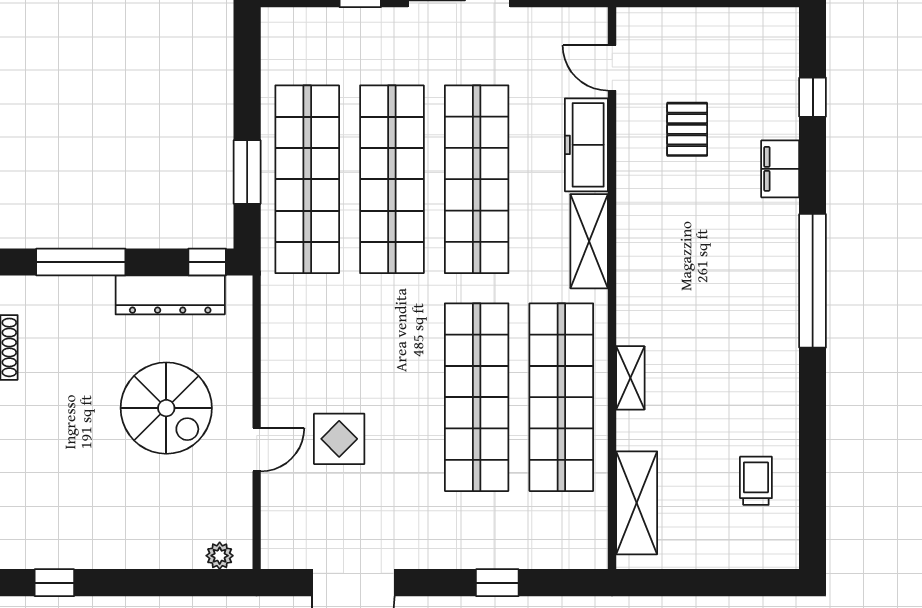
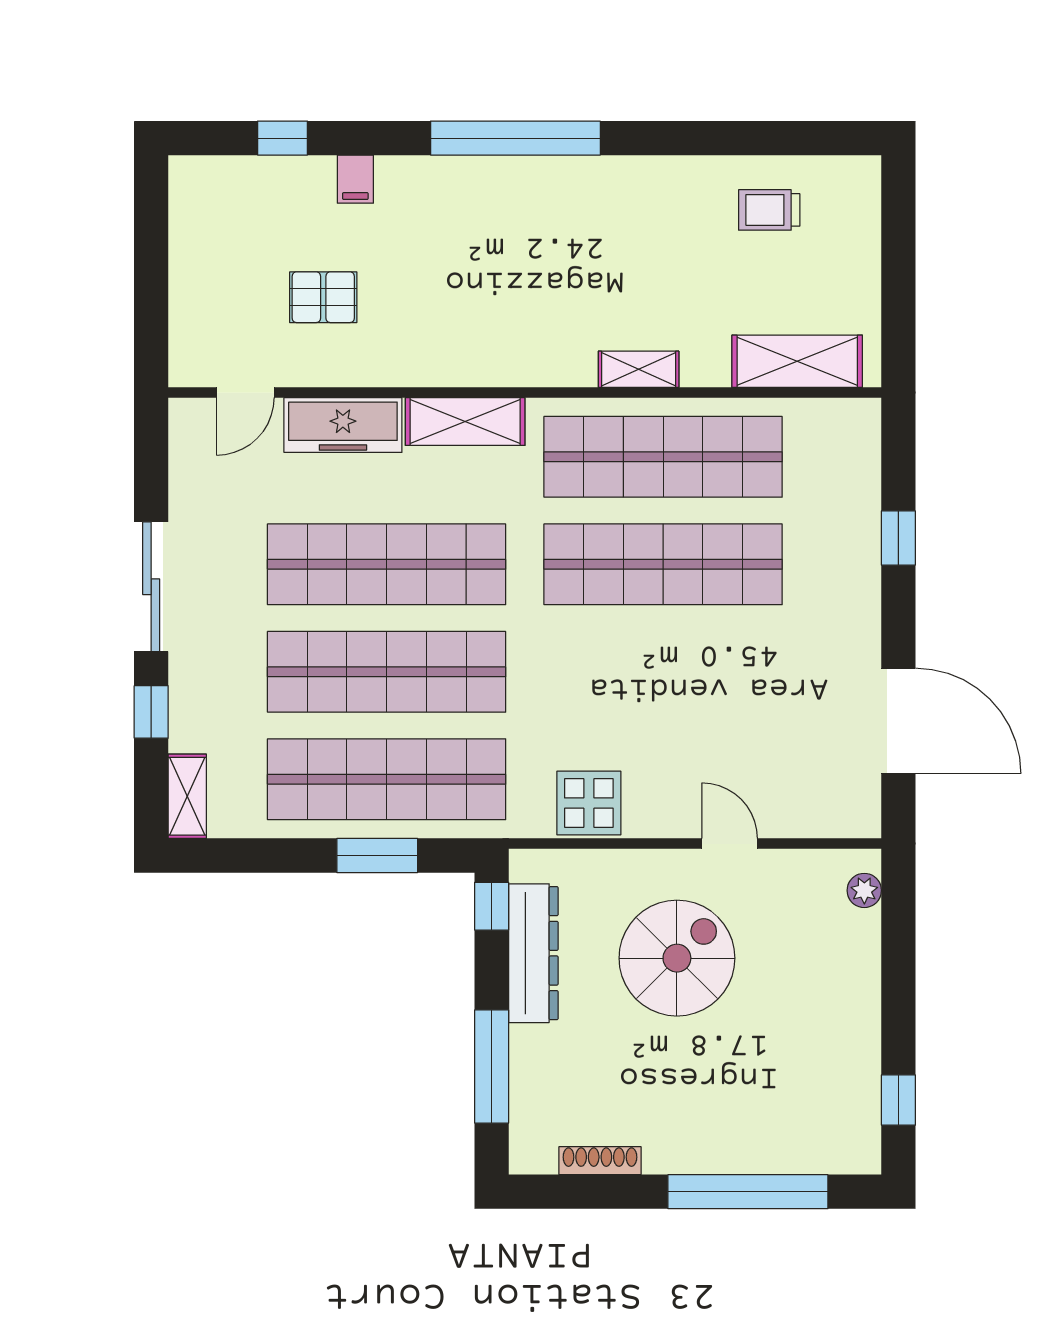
shelving: (294, 22) -> (187, 796), added
filing cabinet: (780, 169) -> (355, 179), width x0.50
display table: (339, 439) -> (589, 803), moved

